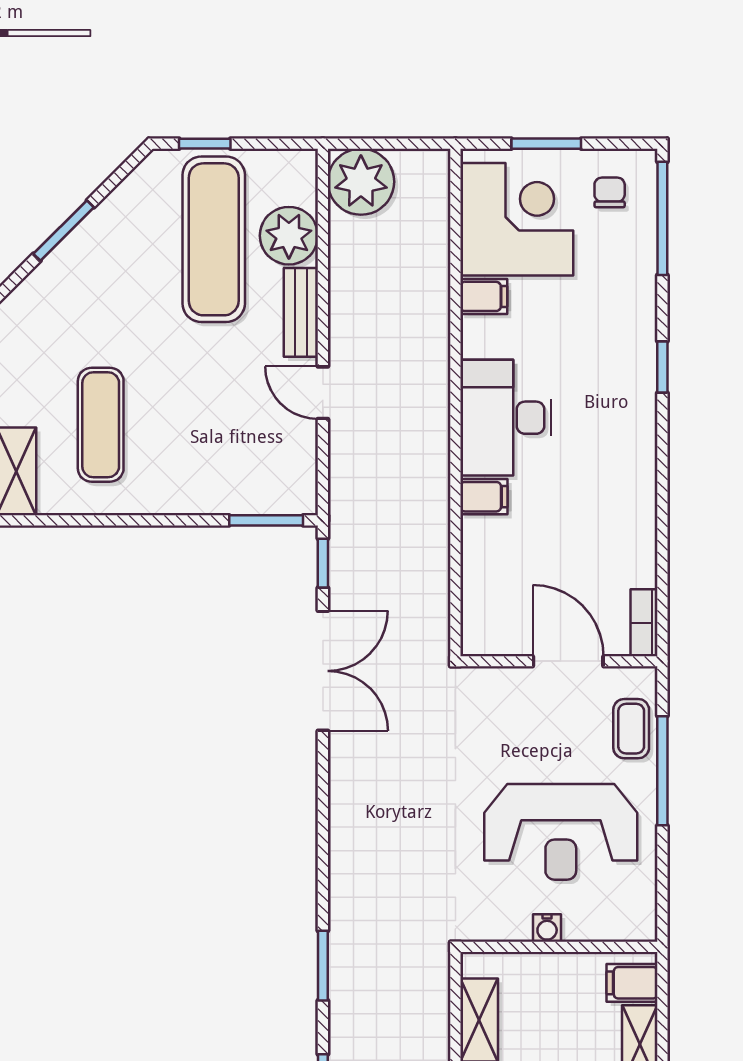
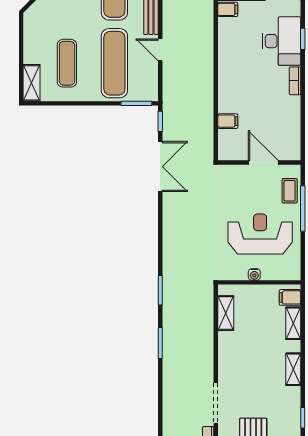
desk: (506, 418) -> (281, 41), moved, turned 180
exercise mat: (214, 425) -> (114, 63), added
filing cabinet: (484, 497) -> (228, 121), moved
bookcase: (644, 623) -> (295, 81), moved
reception desk: (561, 832) -> (260, 234), turned 180

